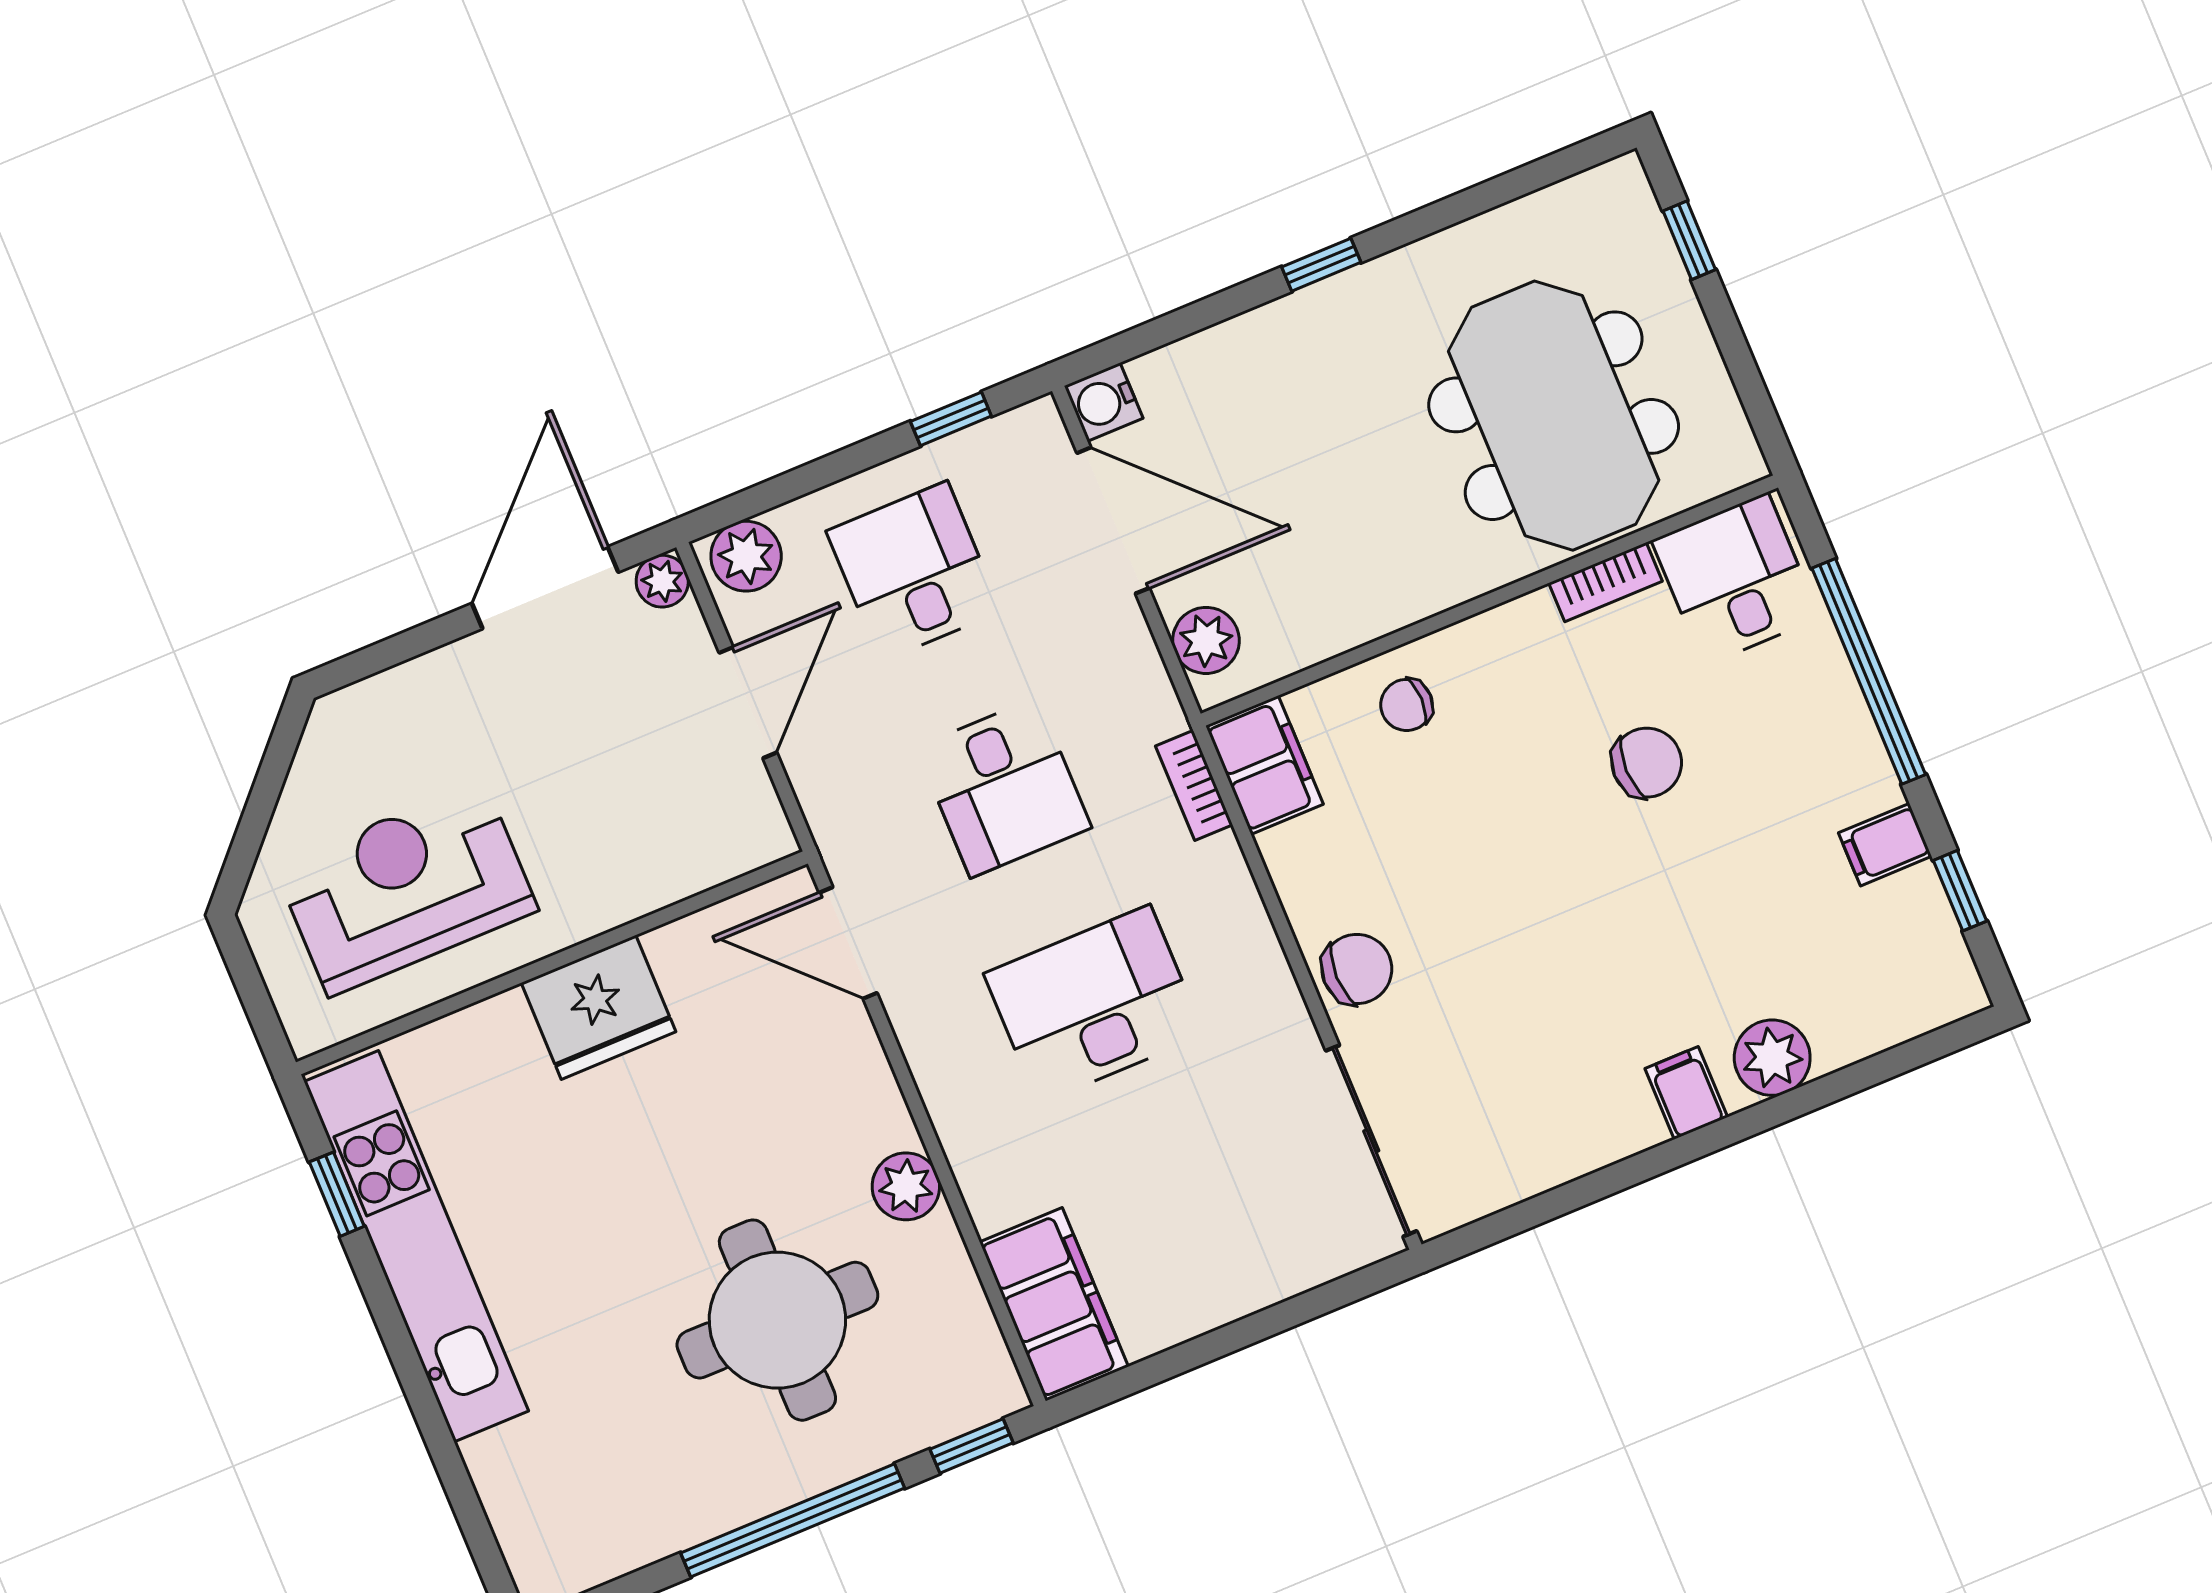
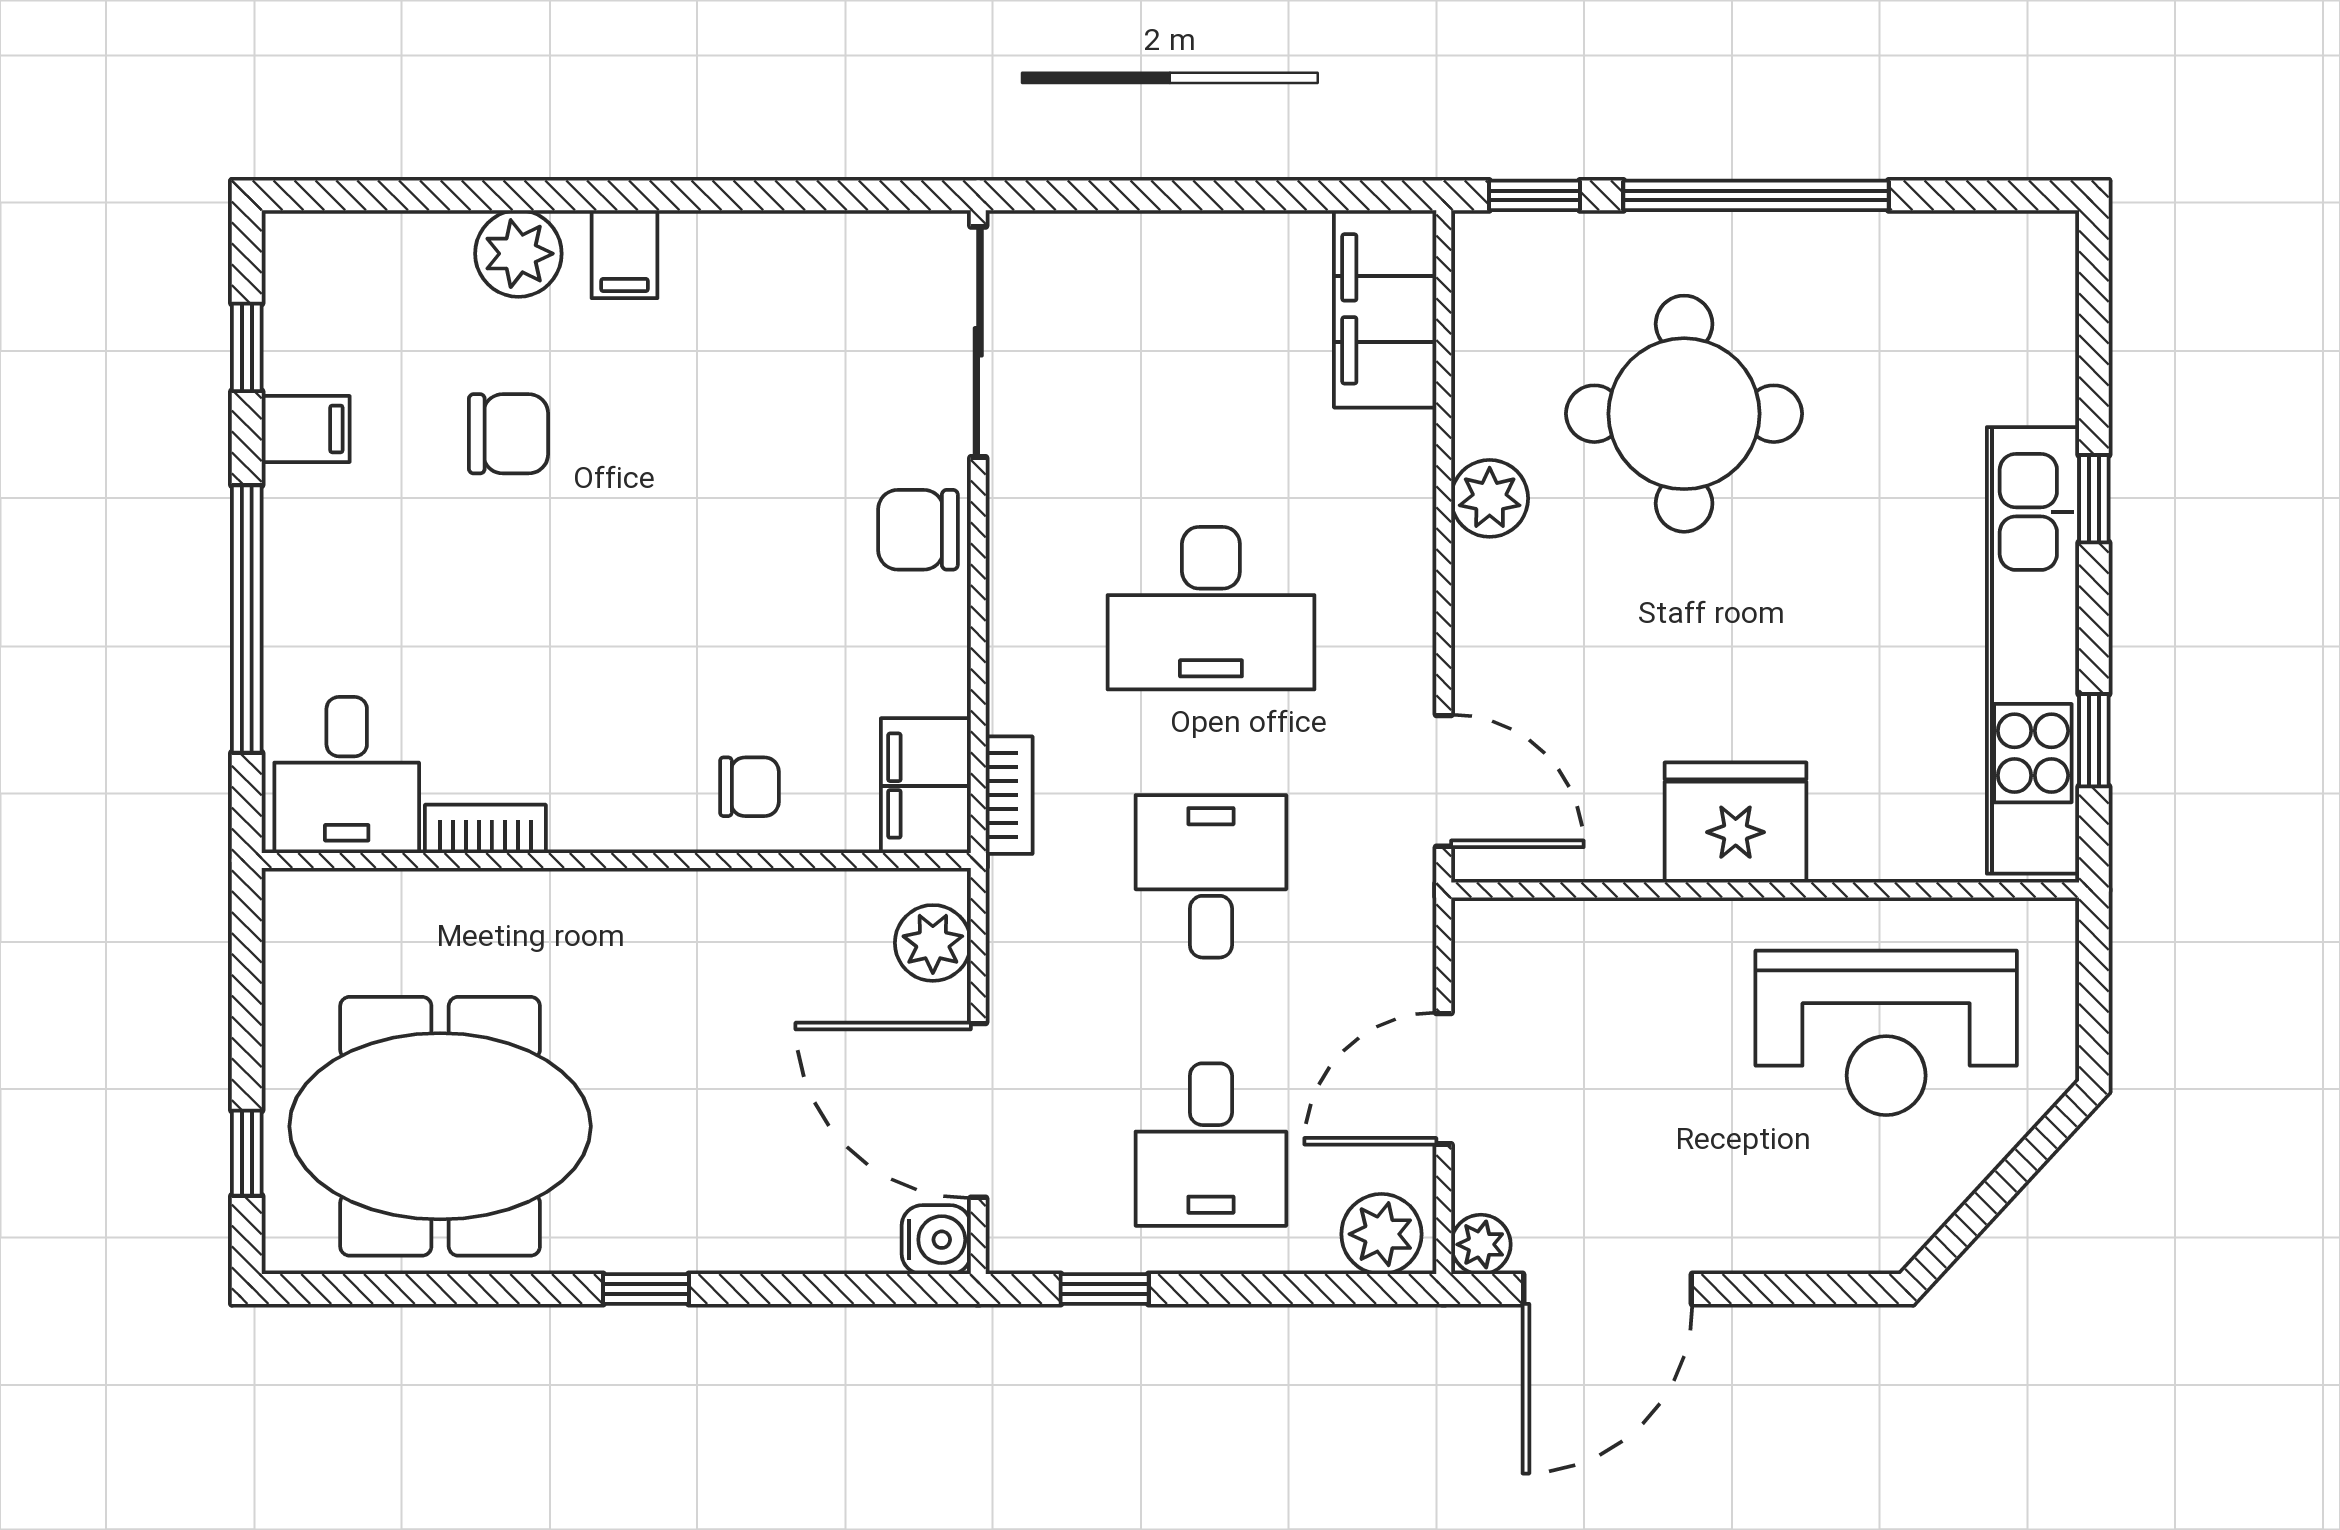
meeting table: (1554, 416) -> (440, 1126), moved, turned 90
chair: (1647, 763) -> (509, 434), moved, turned 180
window: (418, 1389) -> (2094, 499), added

